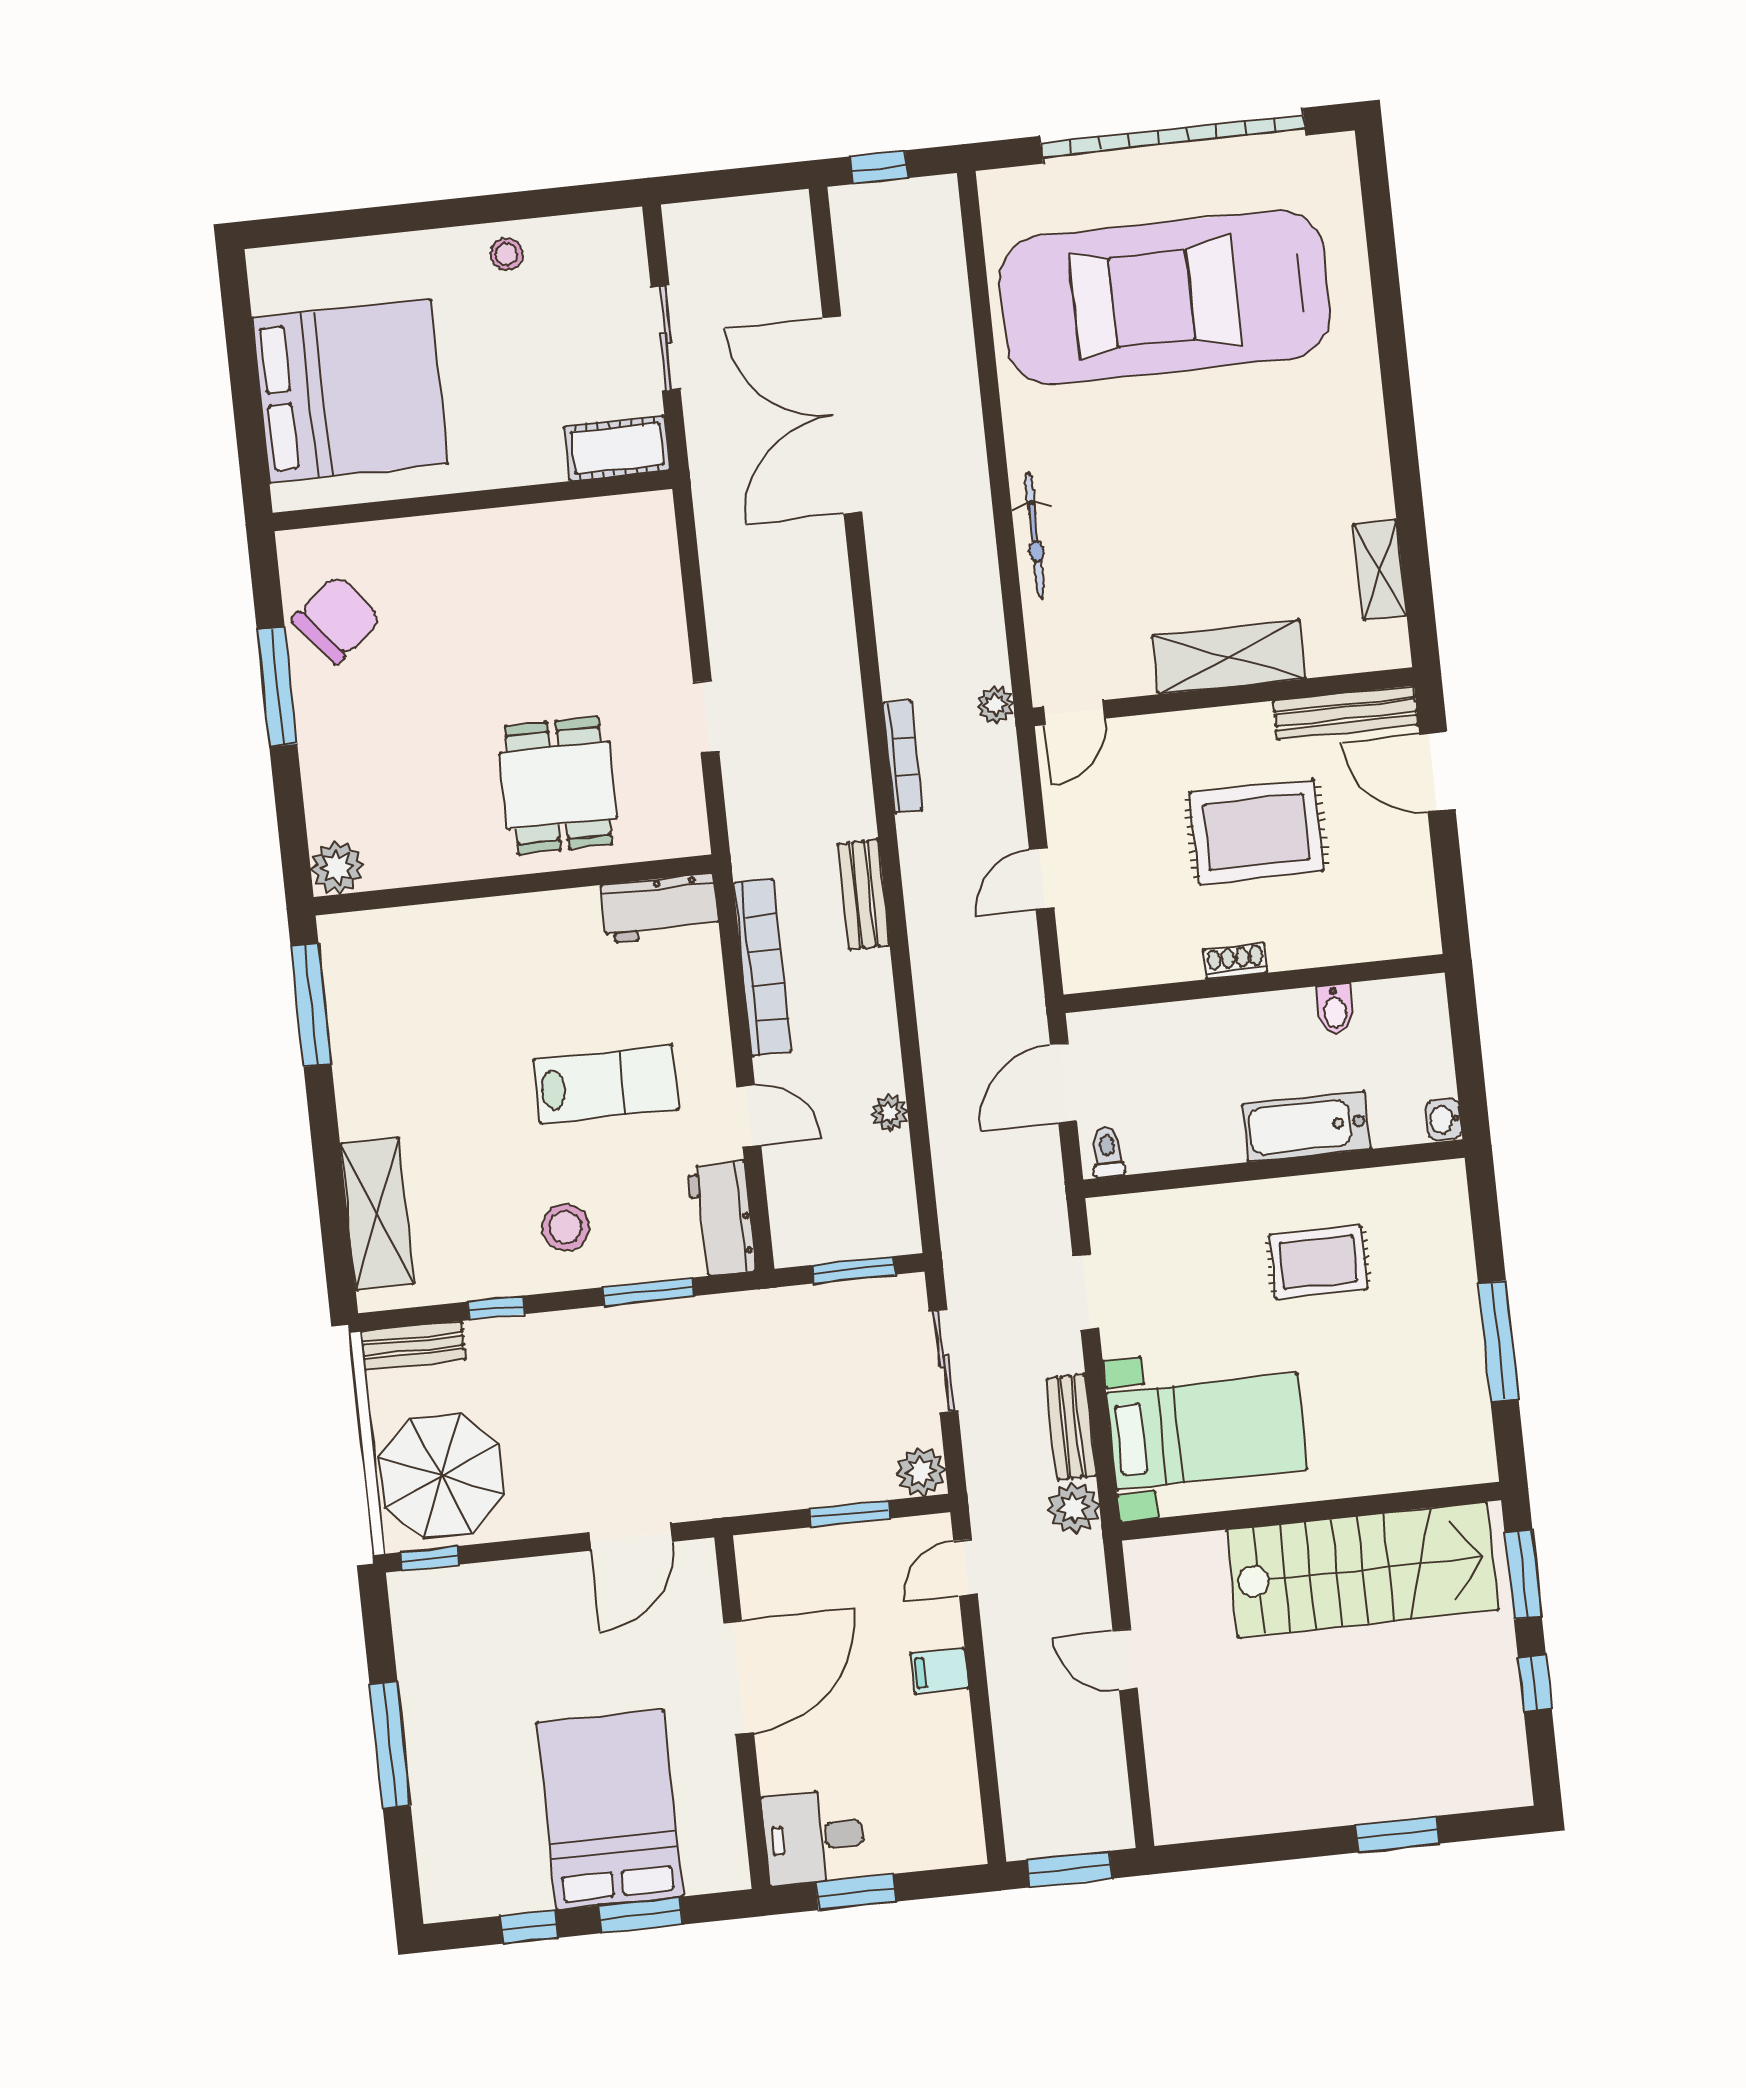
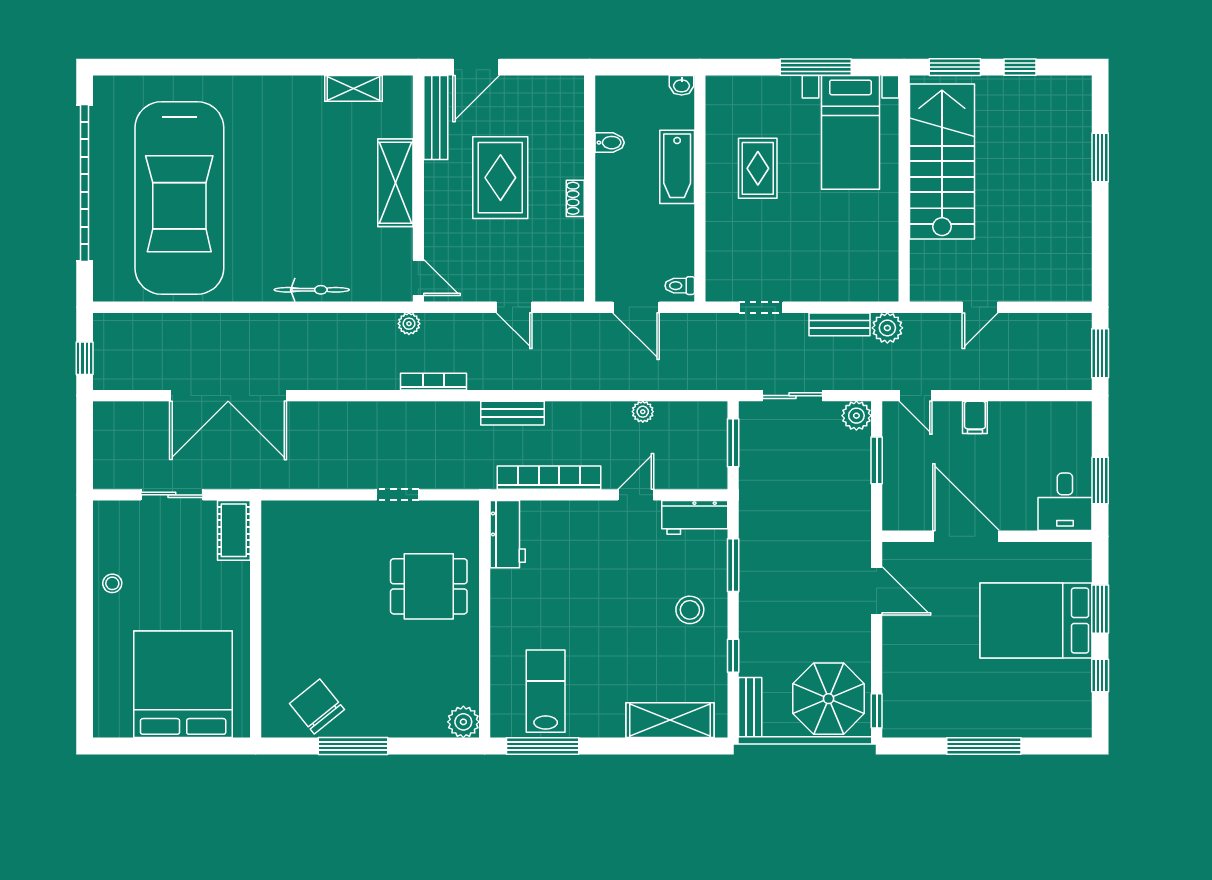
lab bench: (606, 1084) -> (546, 691), moved
bed with nightstands: (1207, 1431) -> (850, 132), moved, turned 180

